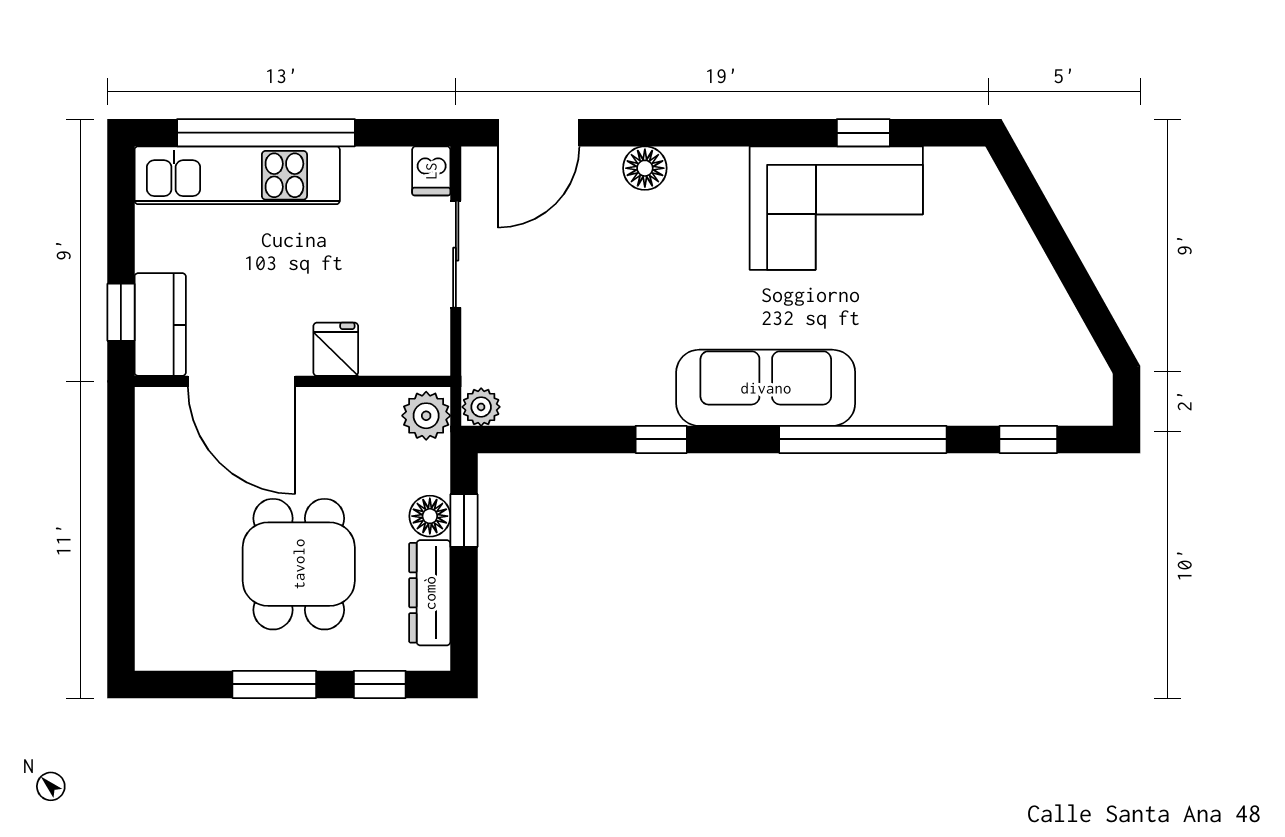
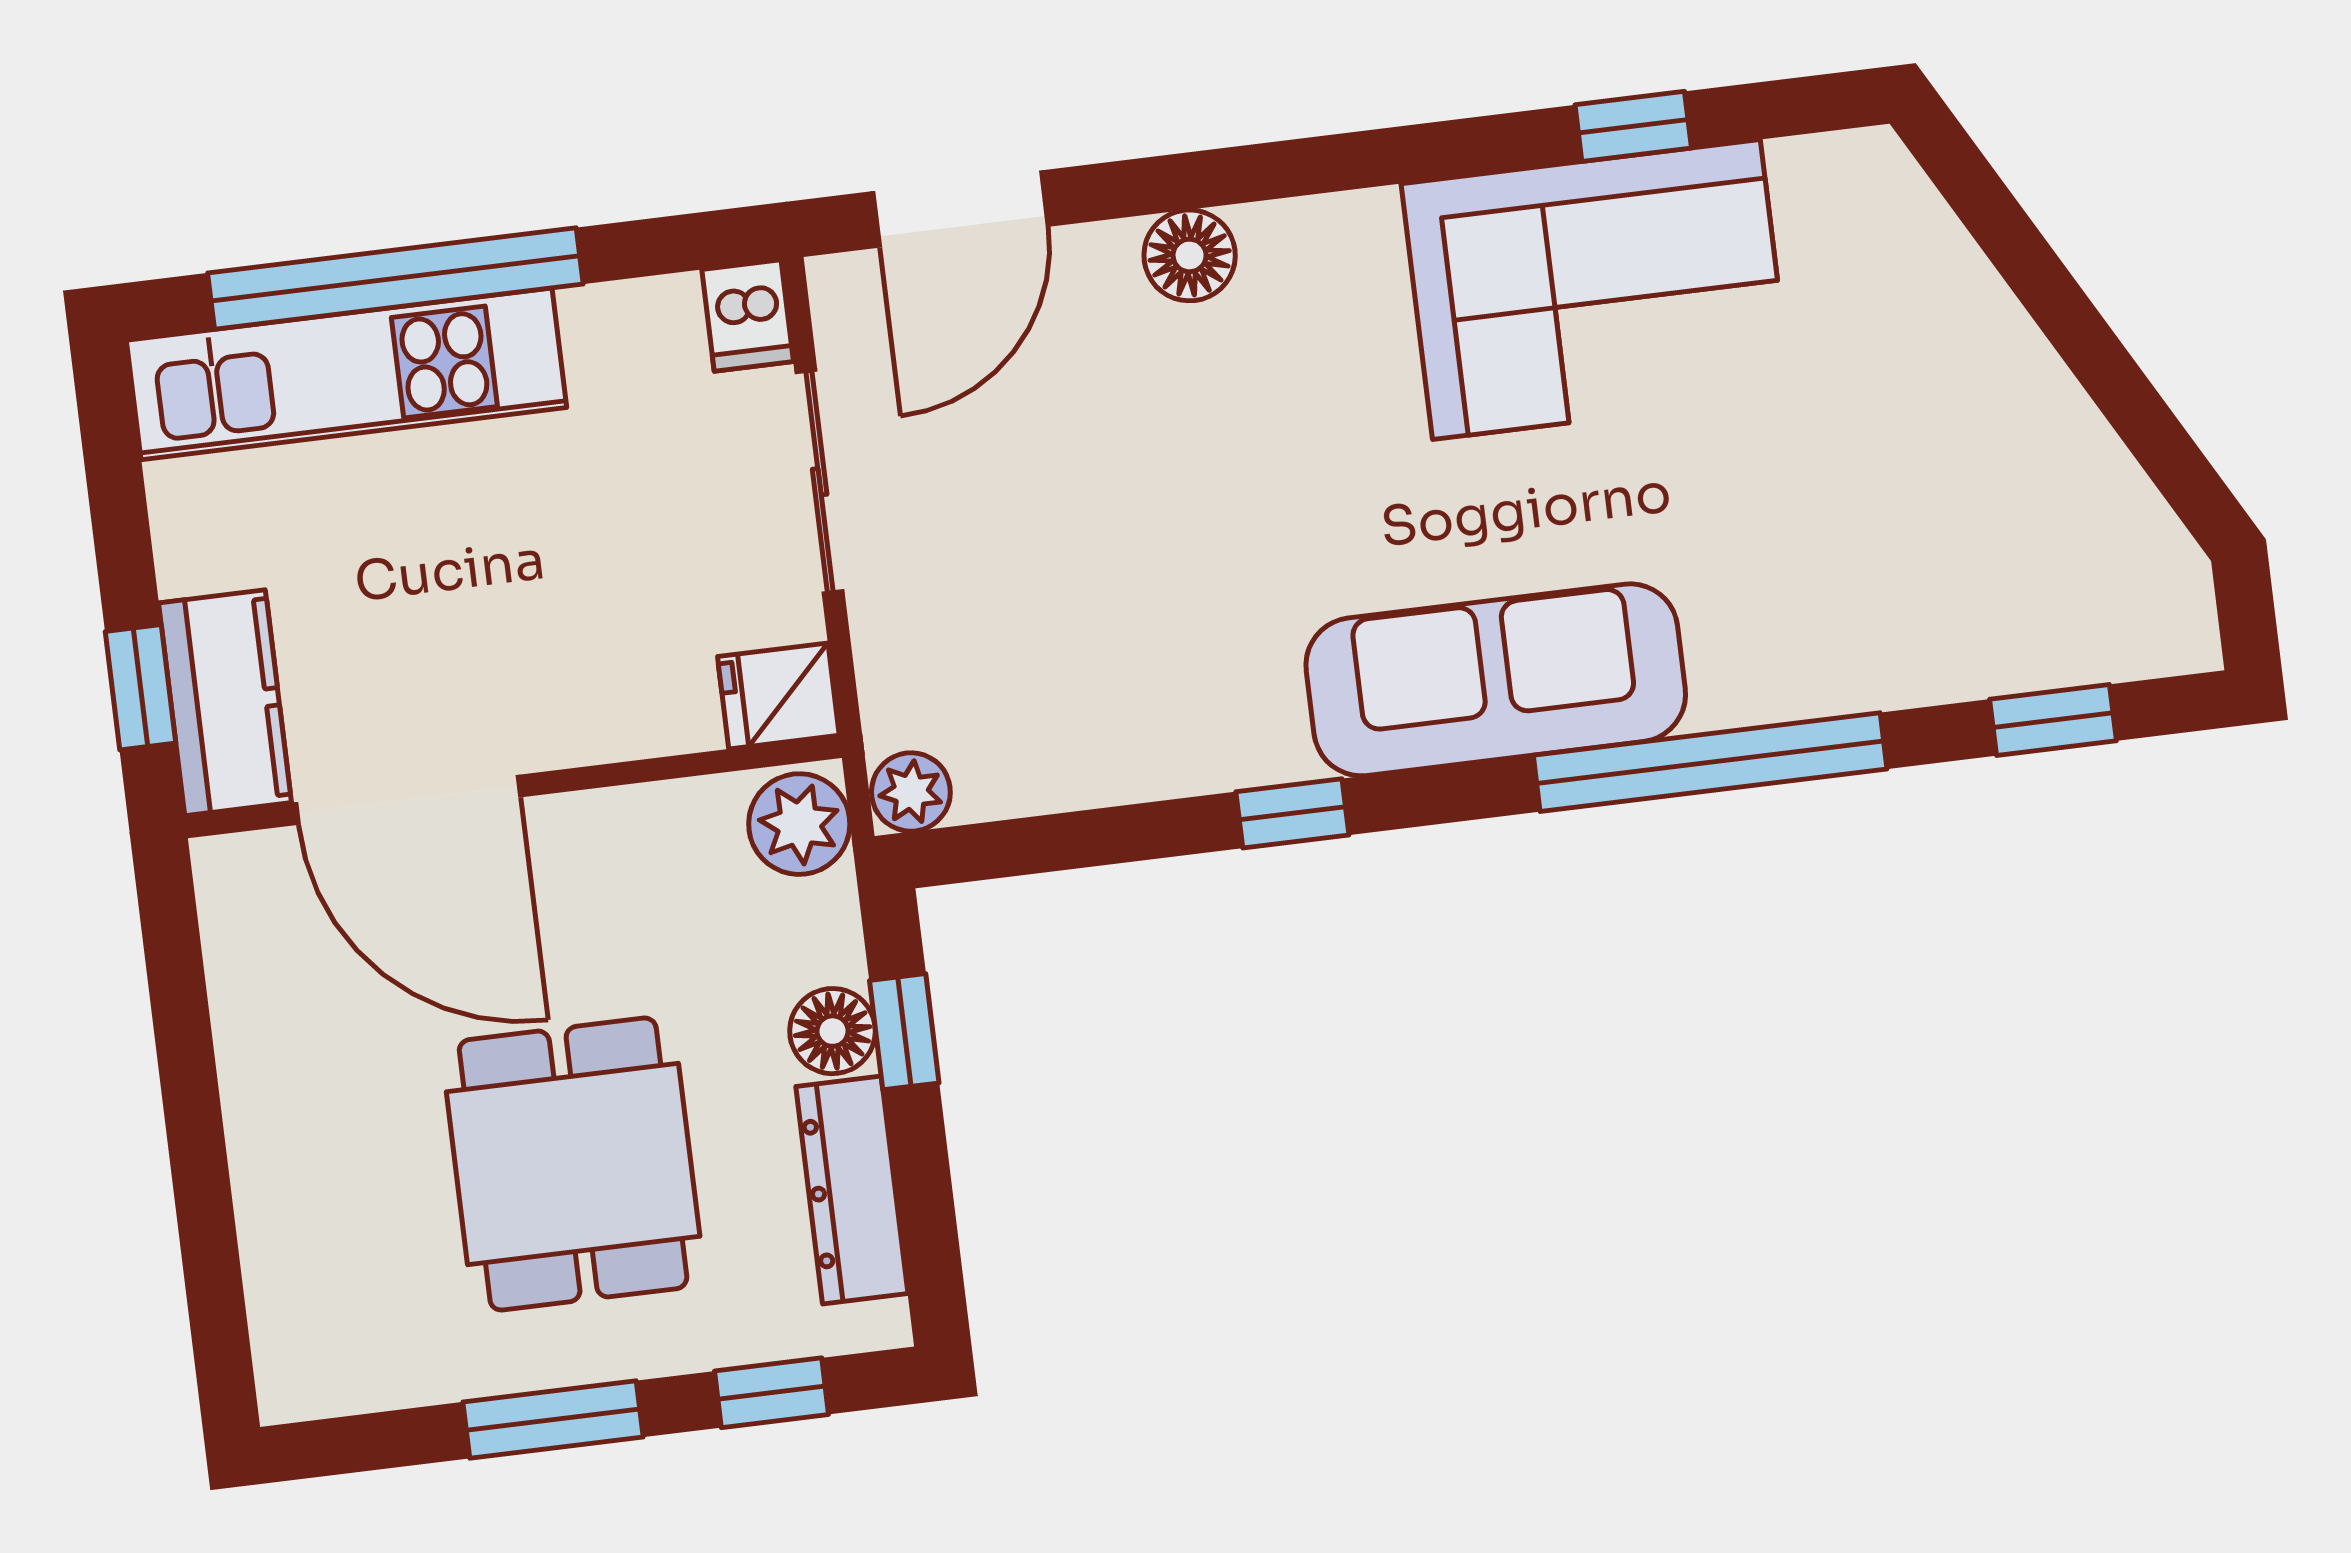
fridge: (336, 349) -> (778, 696), moved, turned -90

